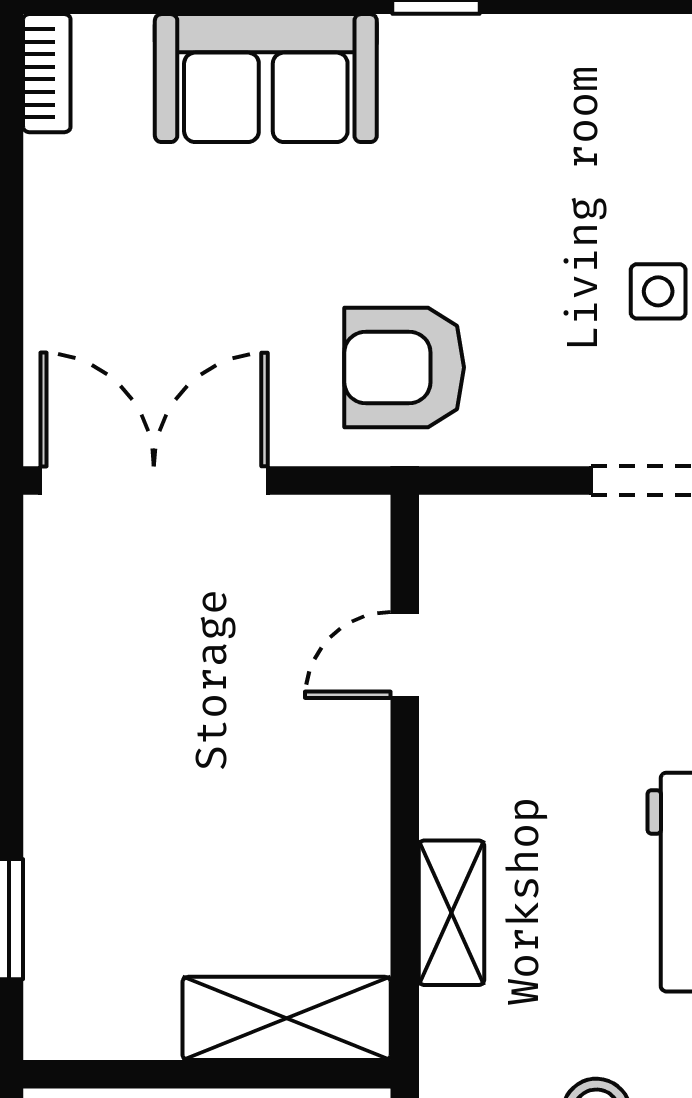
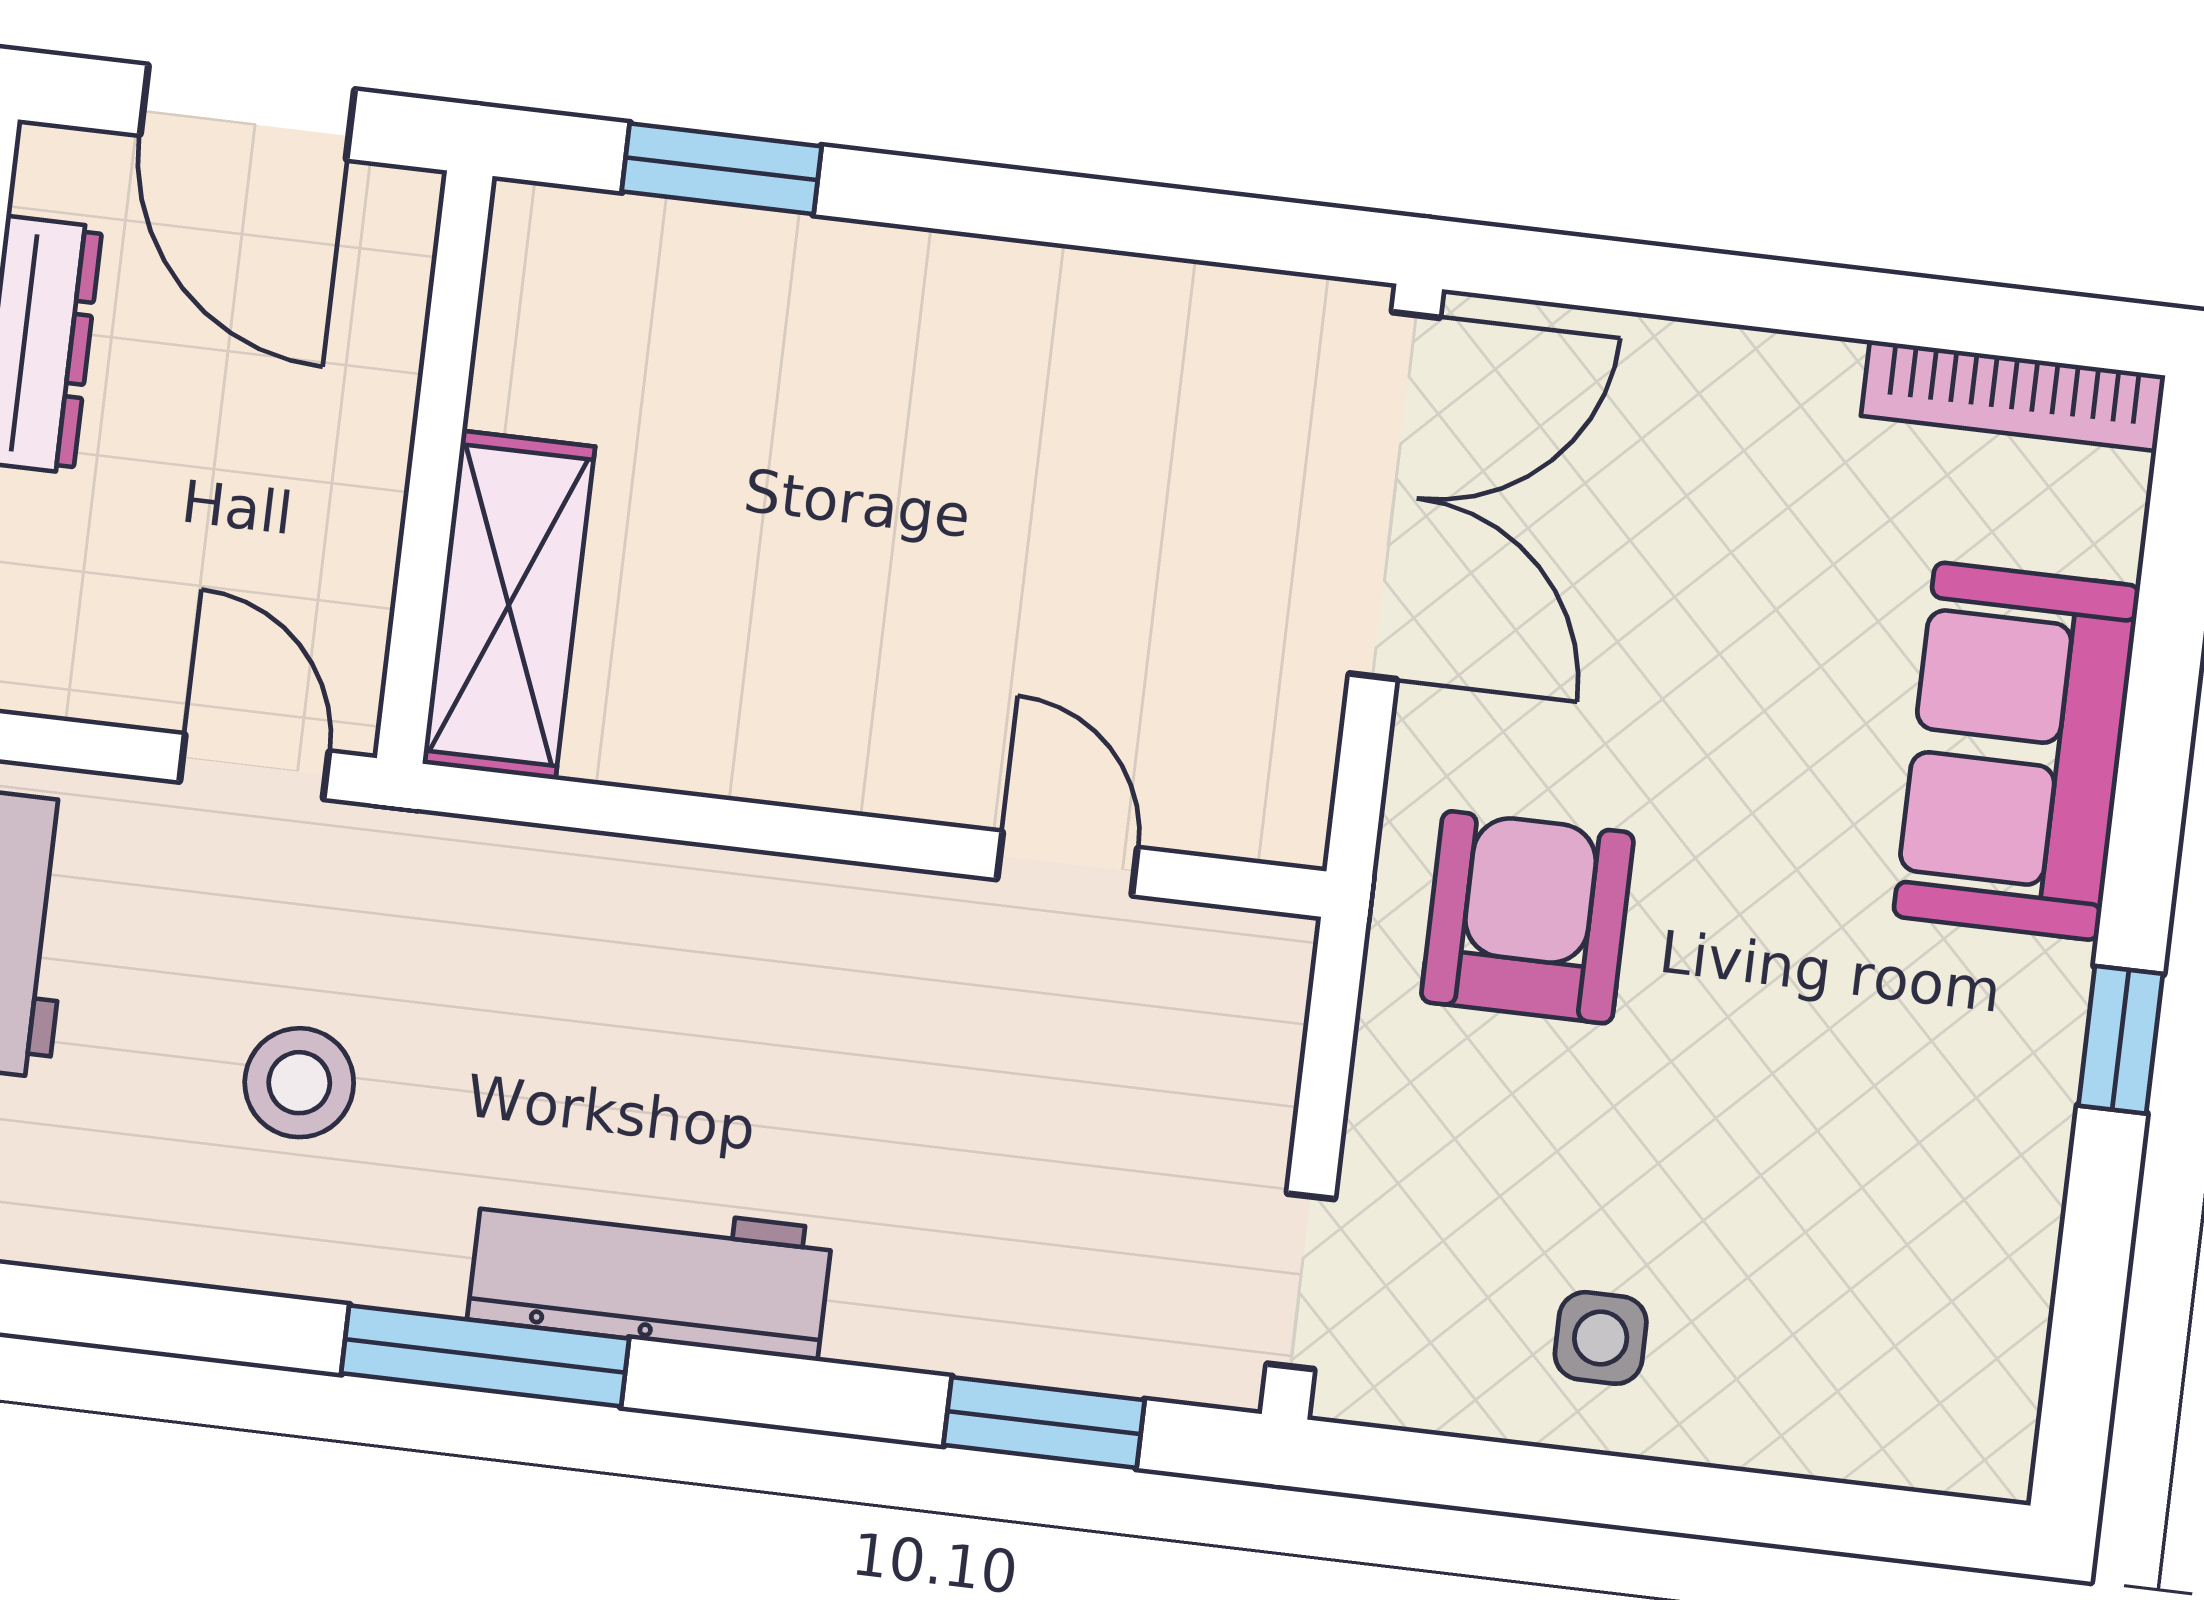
bookcase: (47, 73) -> (2013, 396), width x1.56
shelving: (452, 913) -> (646, 889), removed

